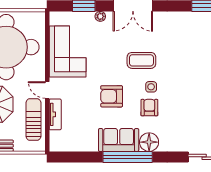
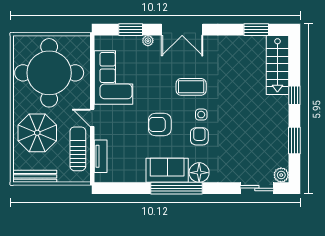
tv unit: (55, 114) -> (101, 156), moved

